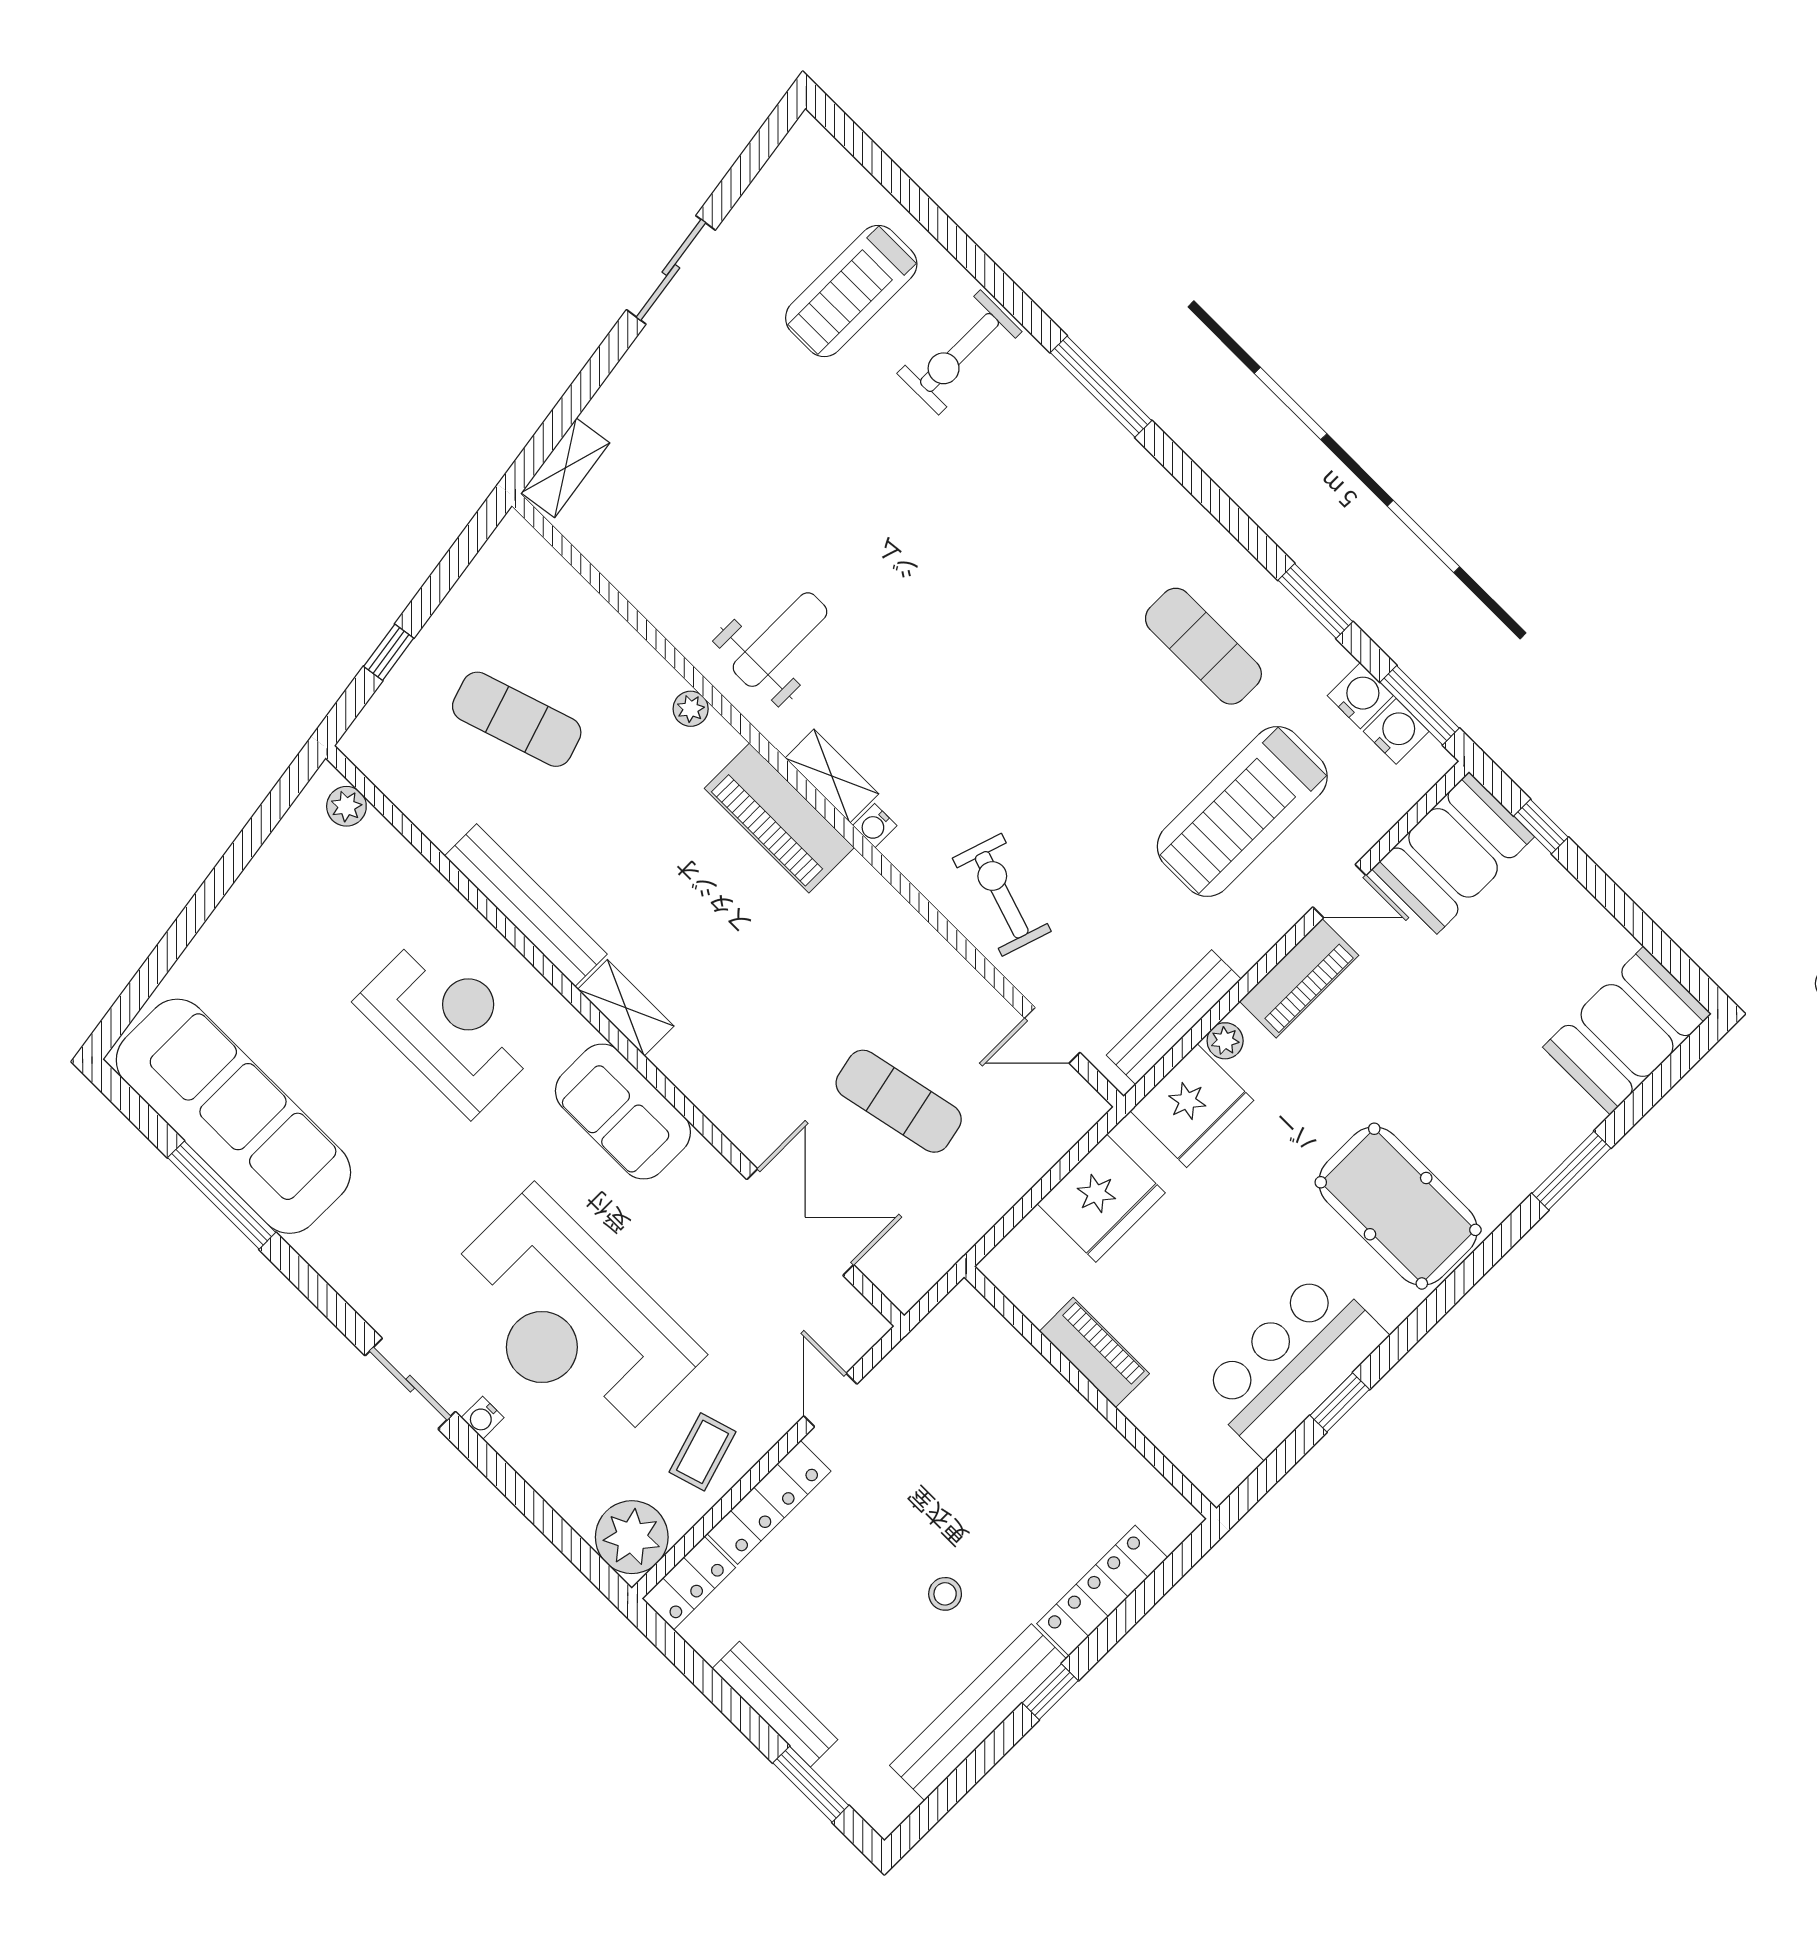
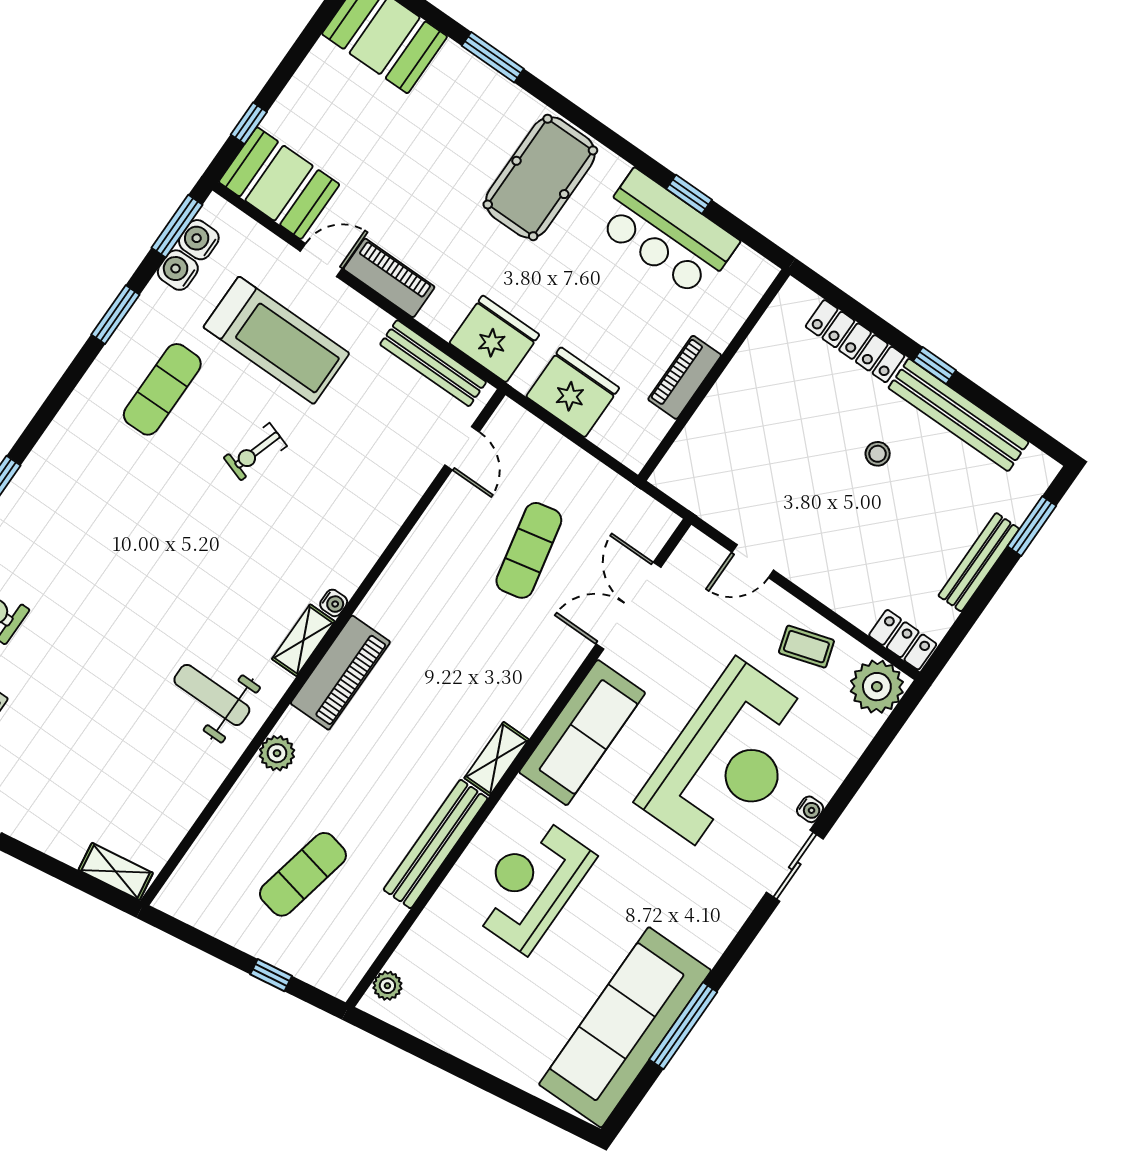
plant: (691, 709) -> (277, 753), width x1.38, depth x1.38
exercise mat: (517, 719) -> (303, 874), turned 30
door: (1339, 891) -> (321, 260), hinge flipped
exercise bike: (1002, 895) -> (255, 452), moved, width x0.73, depth x0.72
plant: (1225, 1041) -> (444, 323), removed
sofa: (623, 1112) -> (582, 733), width x1.36
locker: (769, 1502) -> (834, 592), removed

